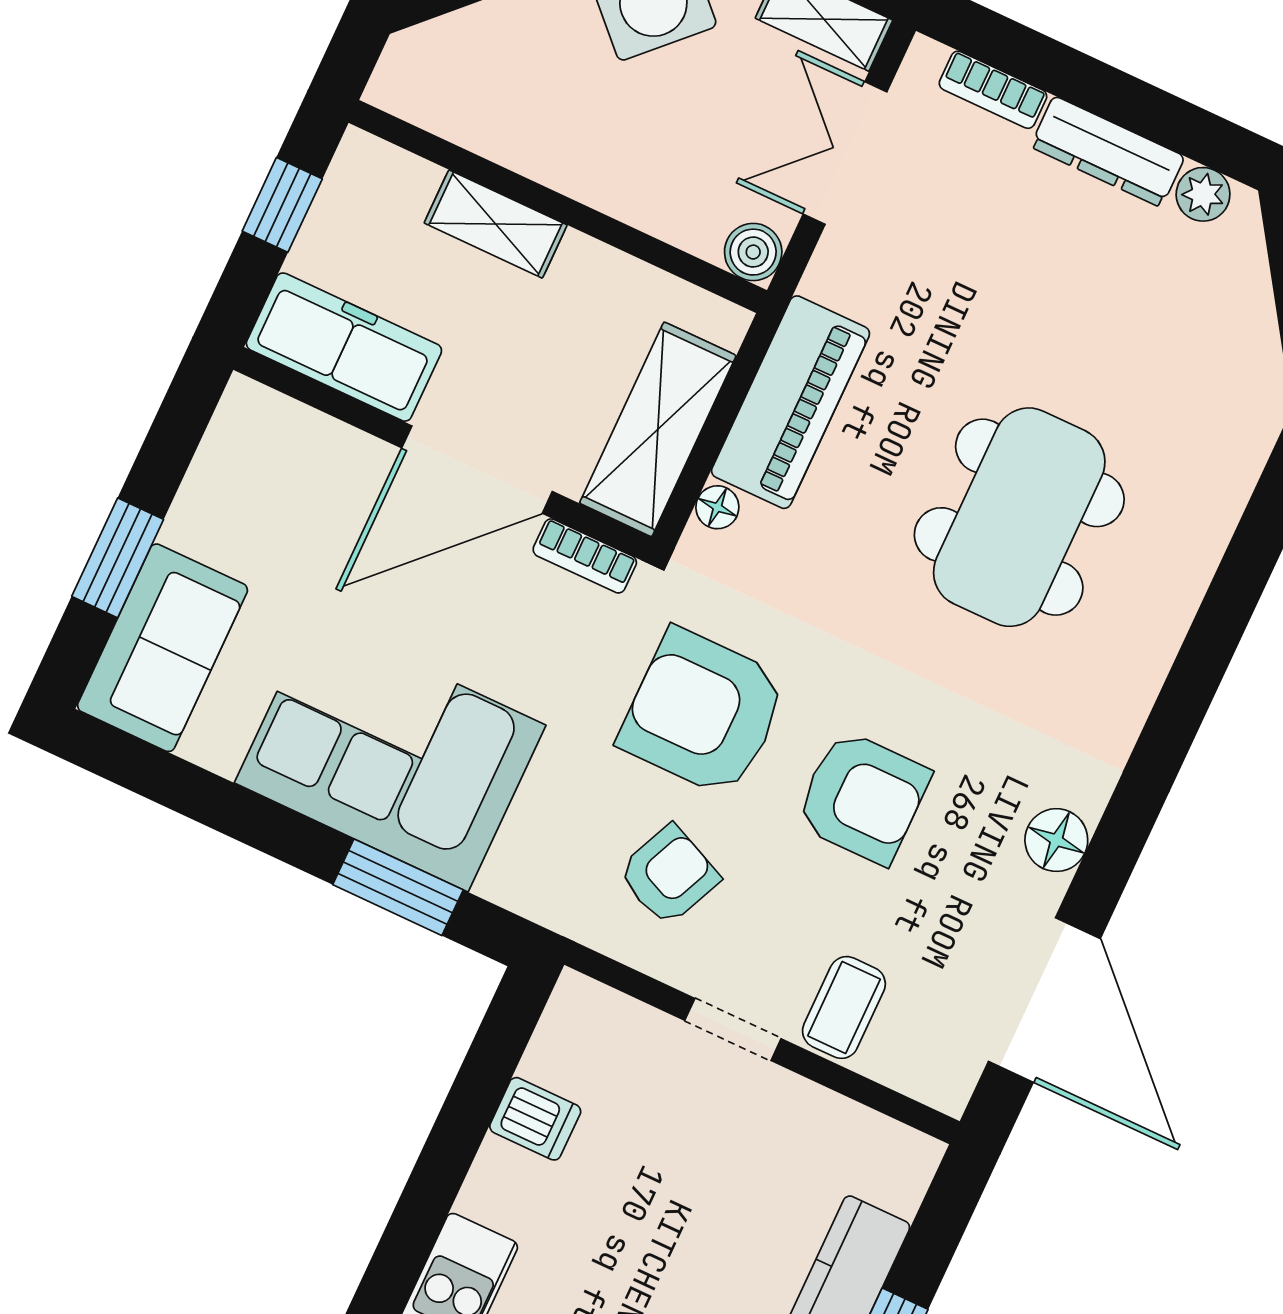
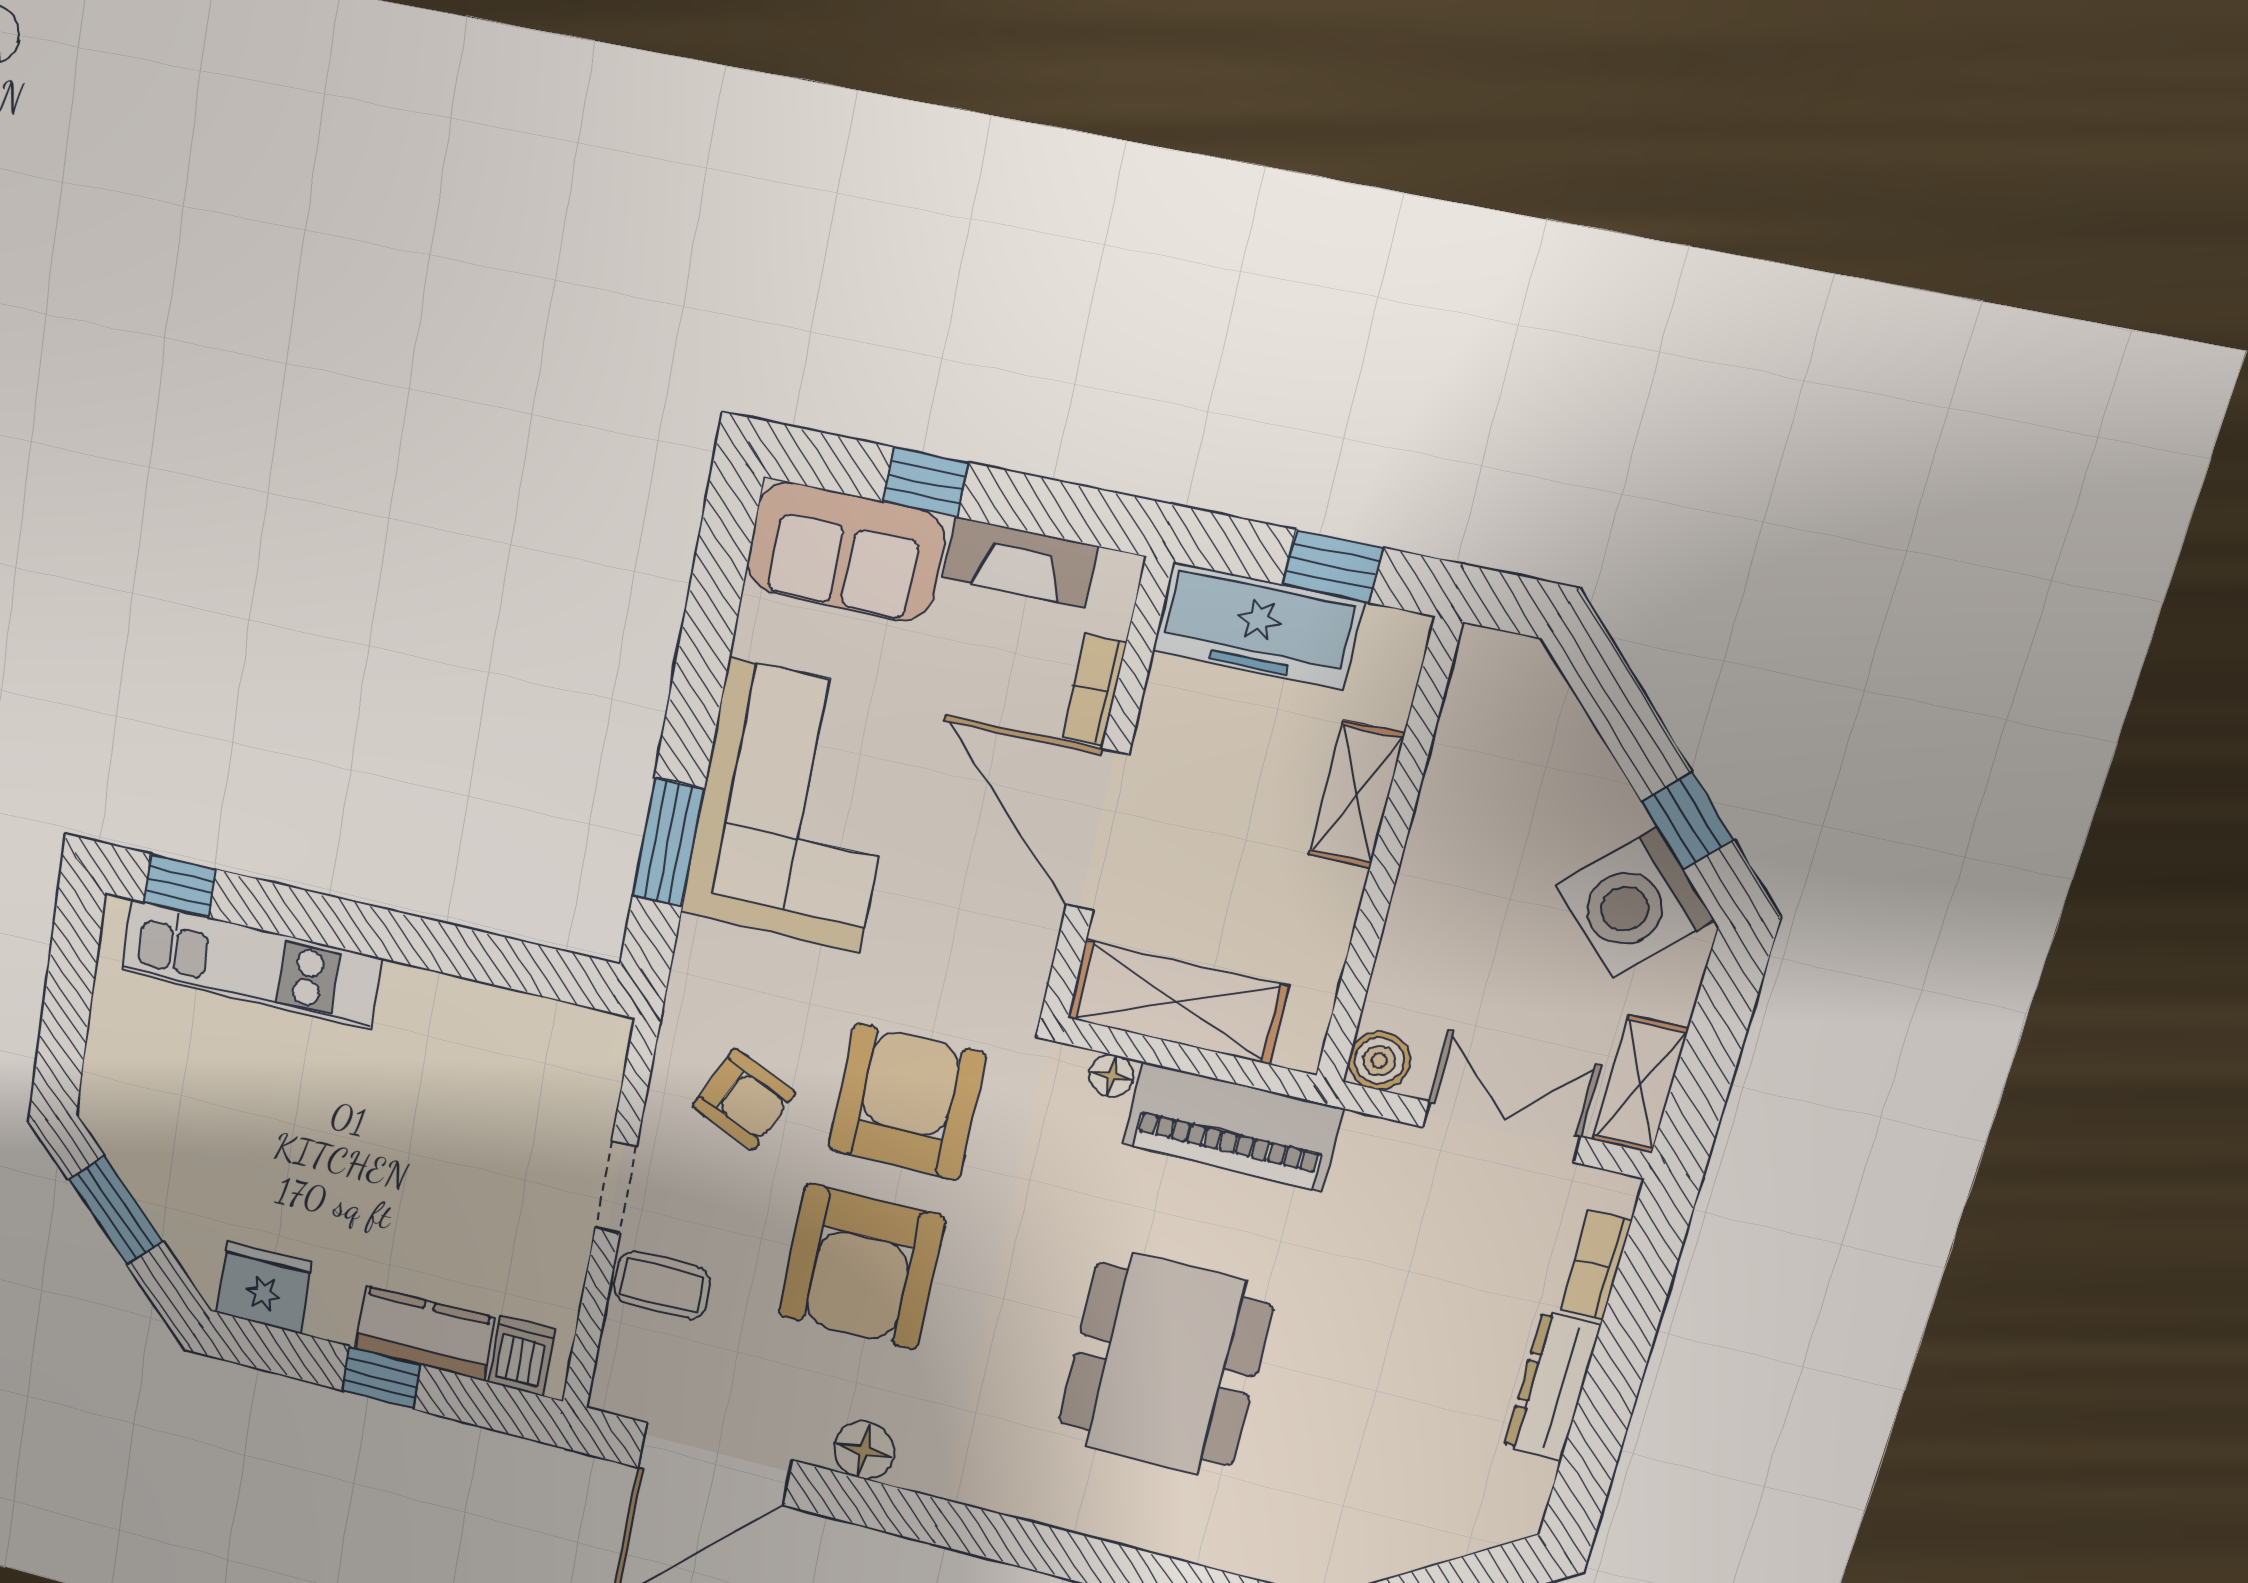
plant: (1203, 194) -> (1525, 1484), removed
freezer: (344, 347) -> (1258, 626), moved, turned 90
fireplace: (211, 487) -> (1020, 562), added
dining table: (1019, 517) -> (1165, 1364), turned 90
bookcase: (585, 556) -> (1094, 690), moved
window: (118, 558) -> (926, 482), width x0.67
armchair: (863, 797) -> (861, 1267), width x1.36, depth x1.36
dishwasher: (535, 1119) -> (522, 1356), moved, turned 180

